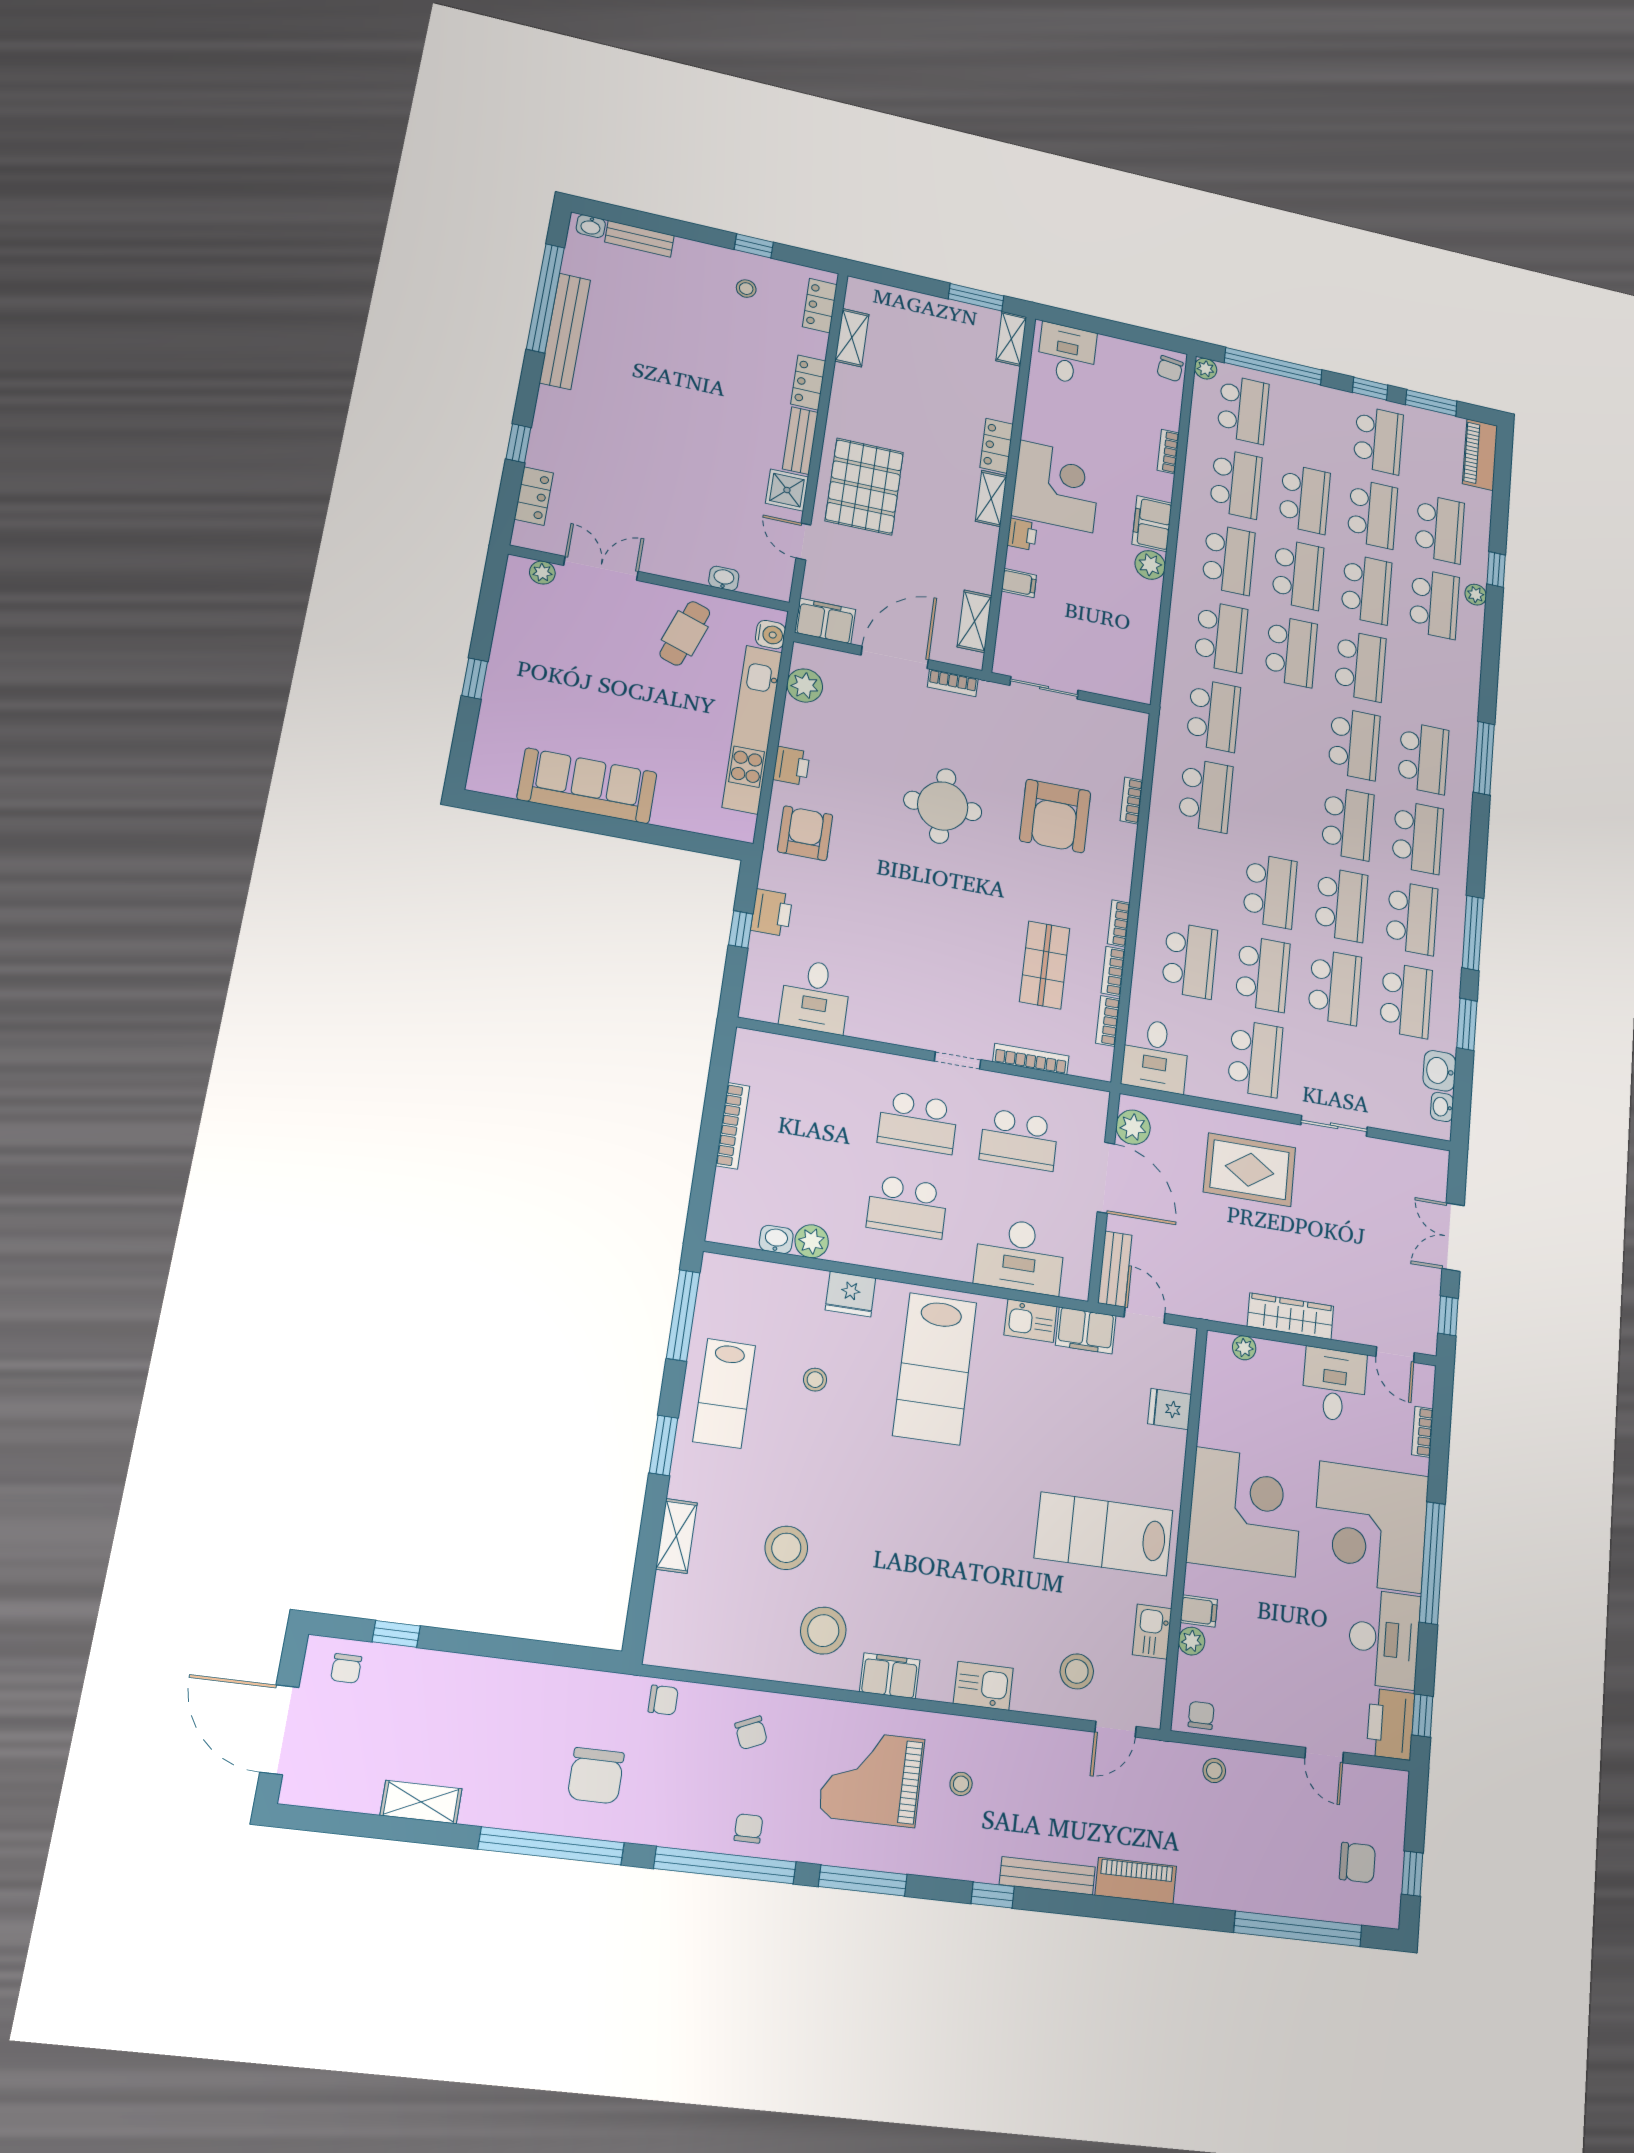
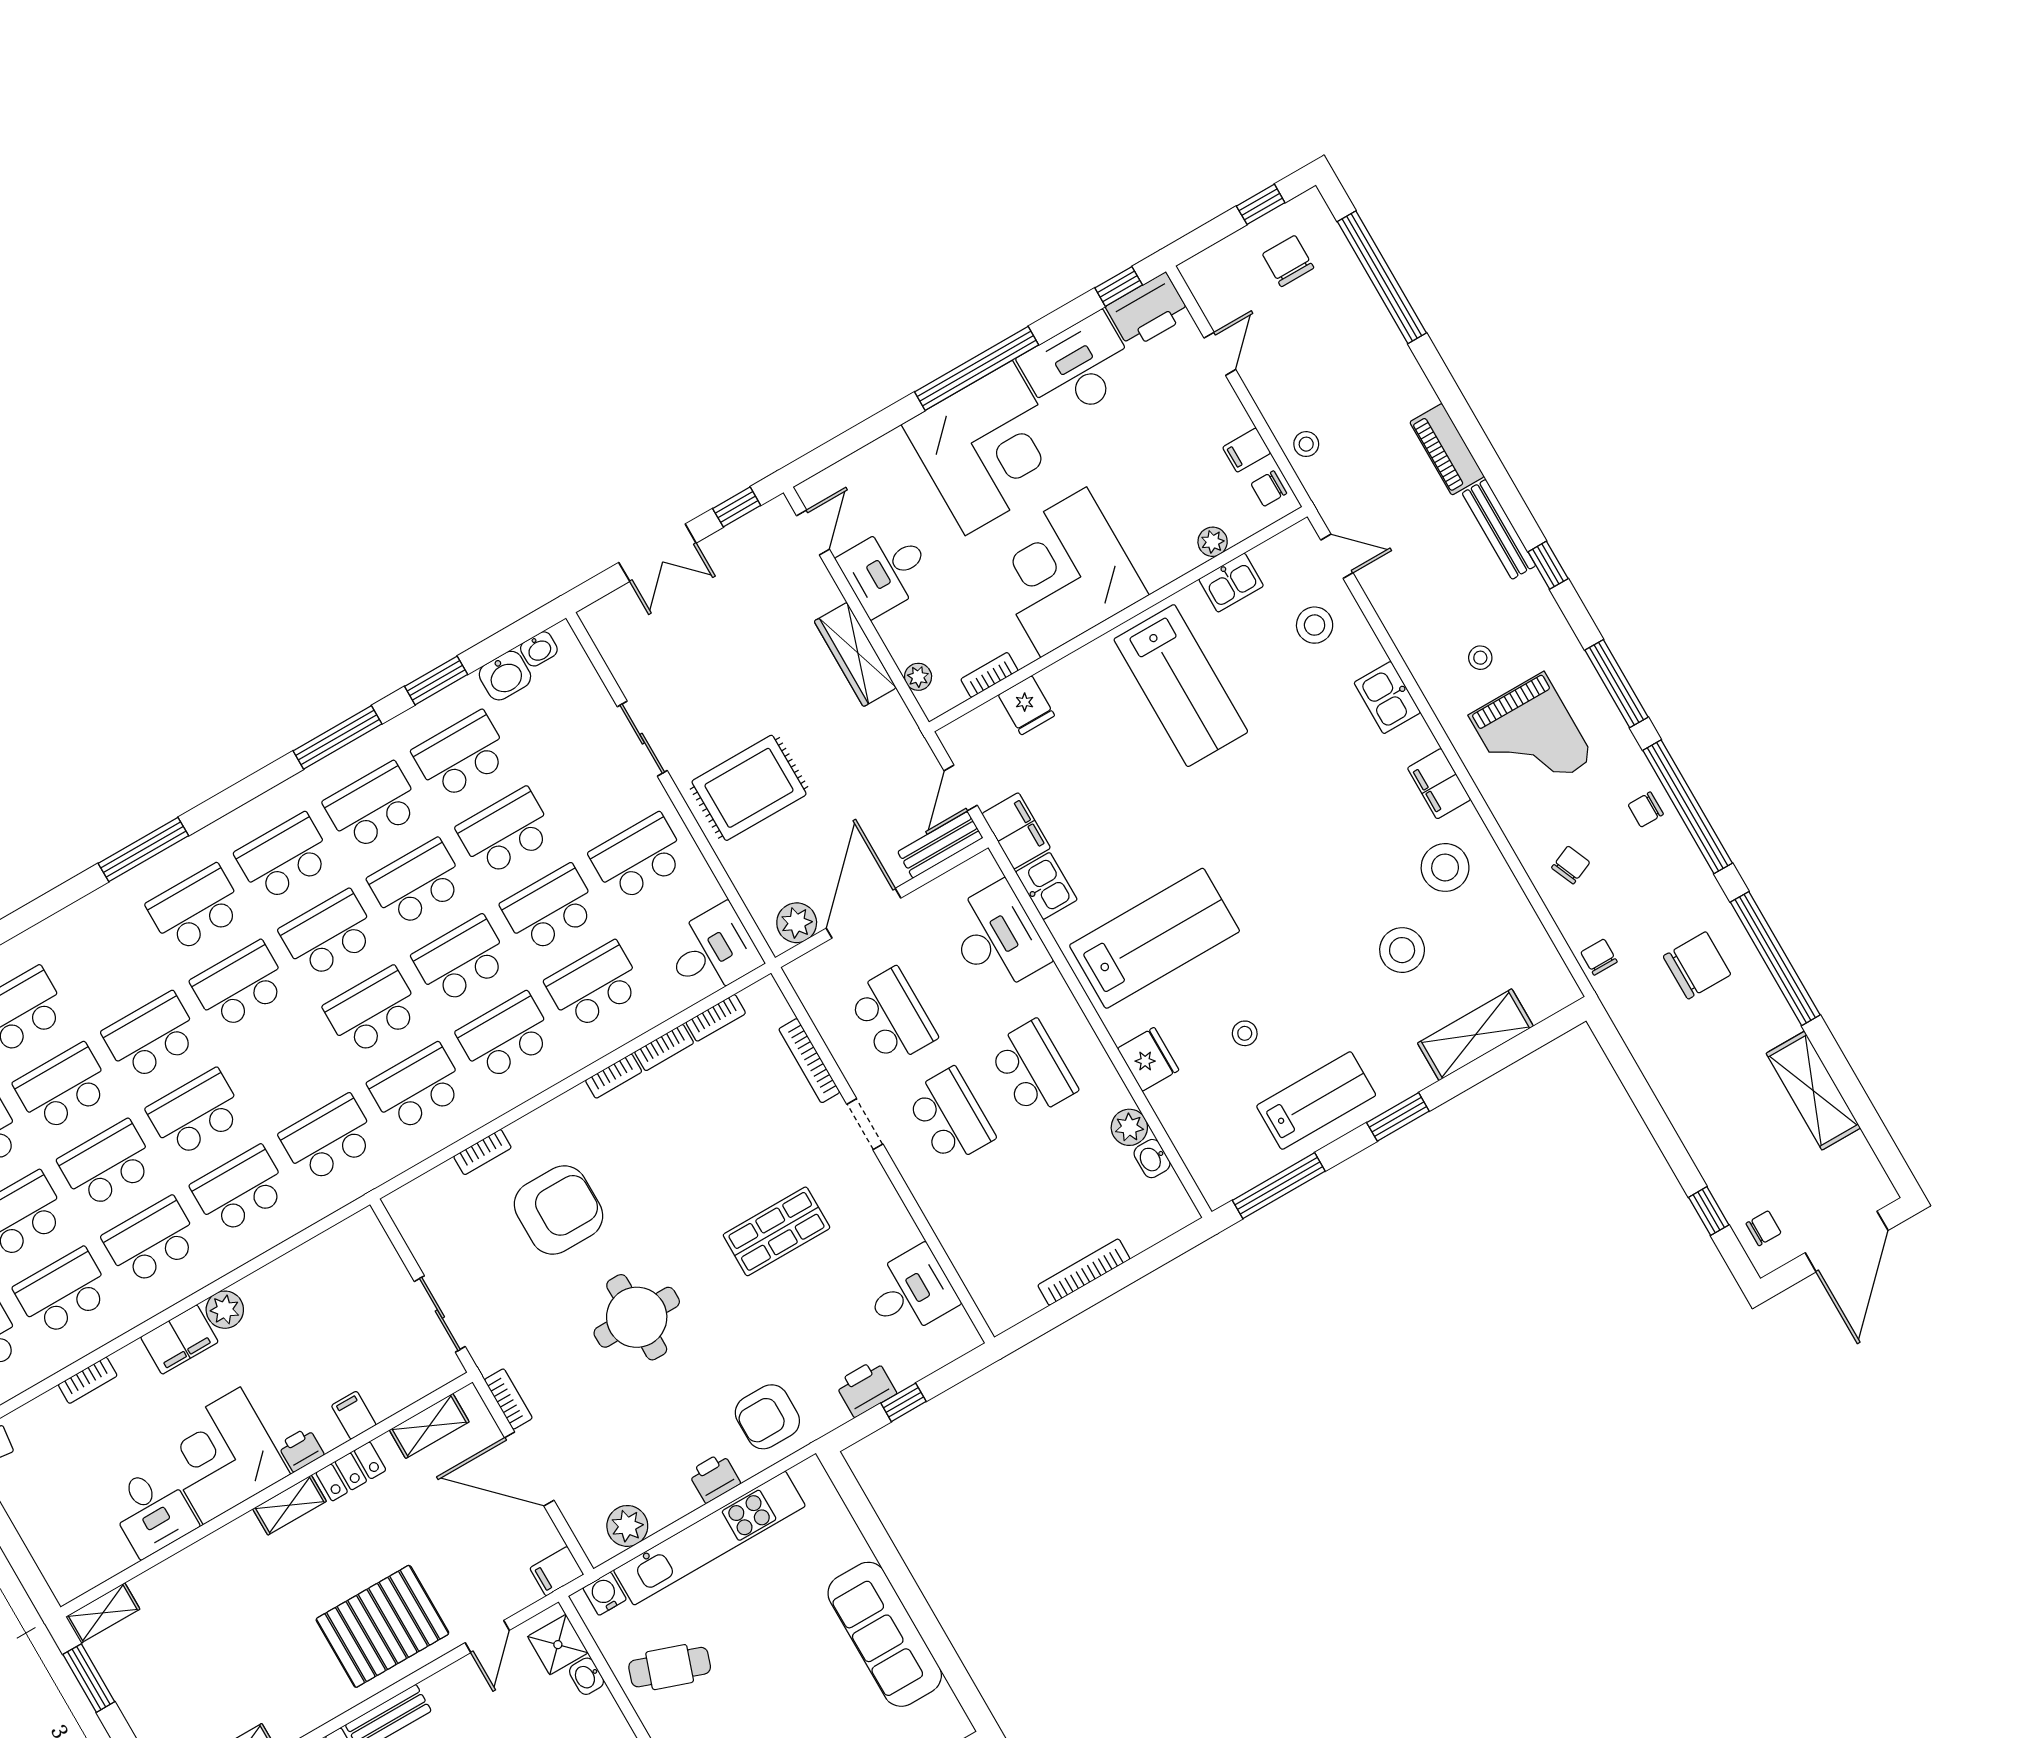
desk: (1067, 354) -> (152, 1511), moved, turned -90
locker: (997, 446) -> (351, 1471), moved
shower: (787, 490) -> (558, 1645), moved
filing cabinet: (825, 621) -> (557, 1571), width x0.50
school desk: (1277, 809) -> (373, 1011), added
school desk: (1198, 877) -> (506, 1037), added
shop shelf: (1045, 965) -> (777, 1231), moved
rug: (1250, 1170) -> (749, 788), turned 90
bookcase: (1423, 1432) -> (989, 675), moved, turned 180
shelving: (676, 1536) -> (1475, 1035), width x1.50, depth x1.33
filing cabinet: (1199, 1611) -> (1247, 450), moved, turned -90
shelving: (421, 1802) -> (1813, 1091), width x1.50, depth x1.33

